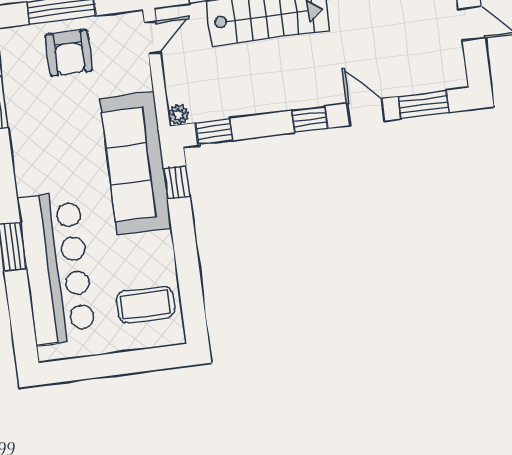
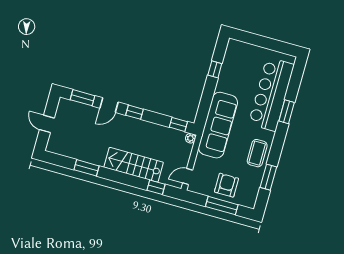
door: (366, 112) -> (109, 105), hinge flipped
window: (177, 182) -> (215, 69), moved
coffee table: (146, 305) -> (257, 153), moved, turned 90

